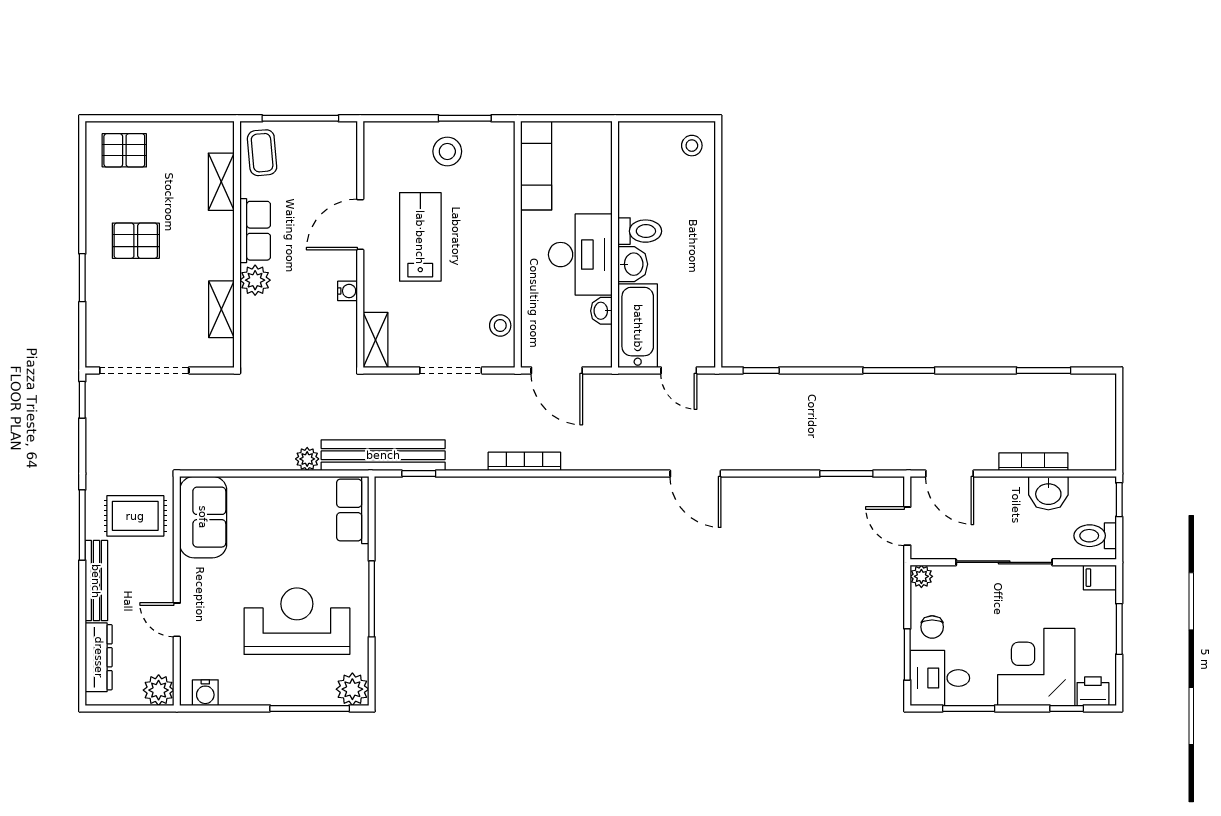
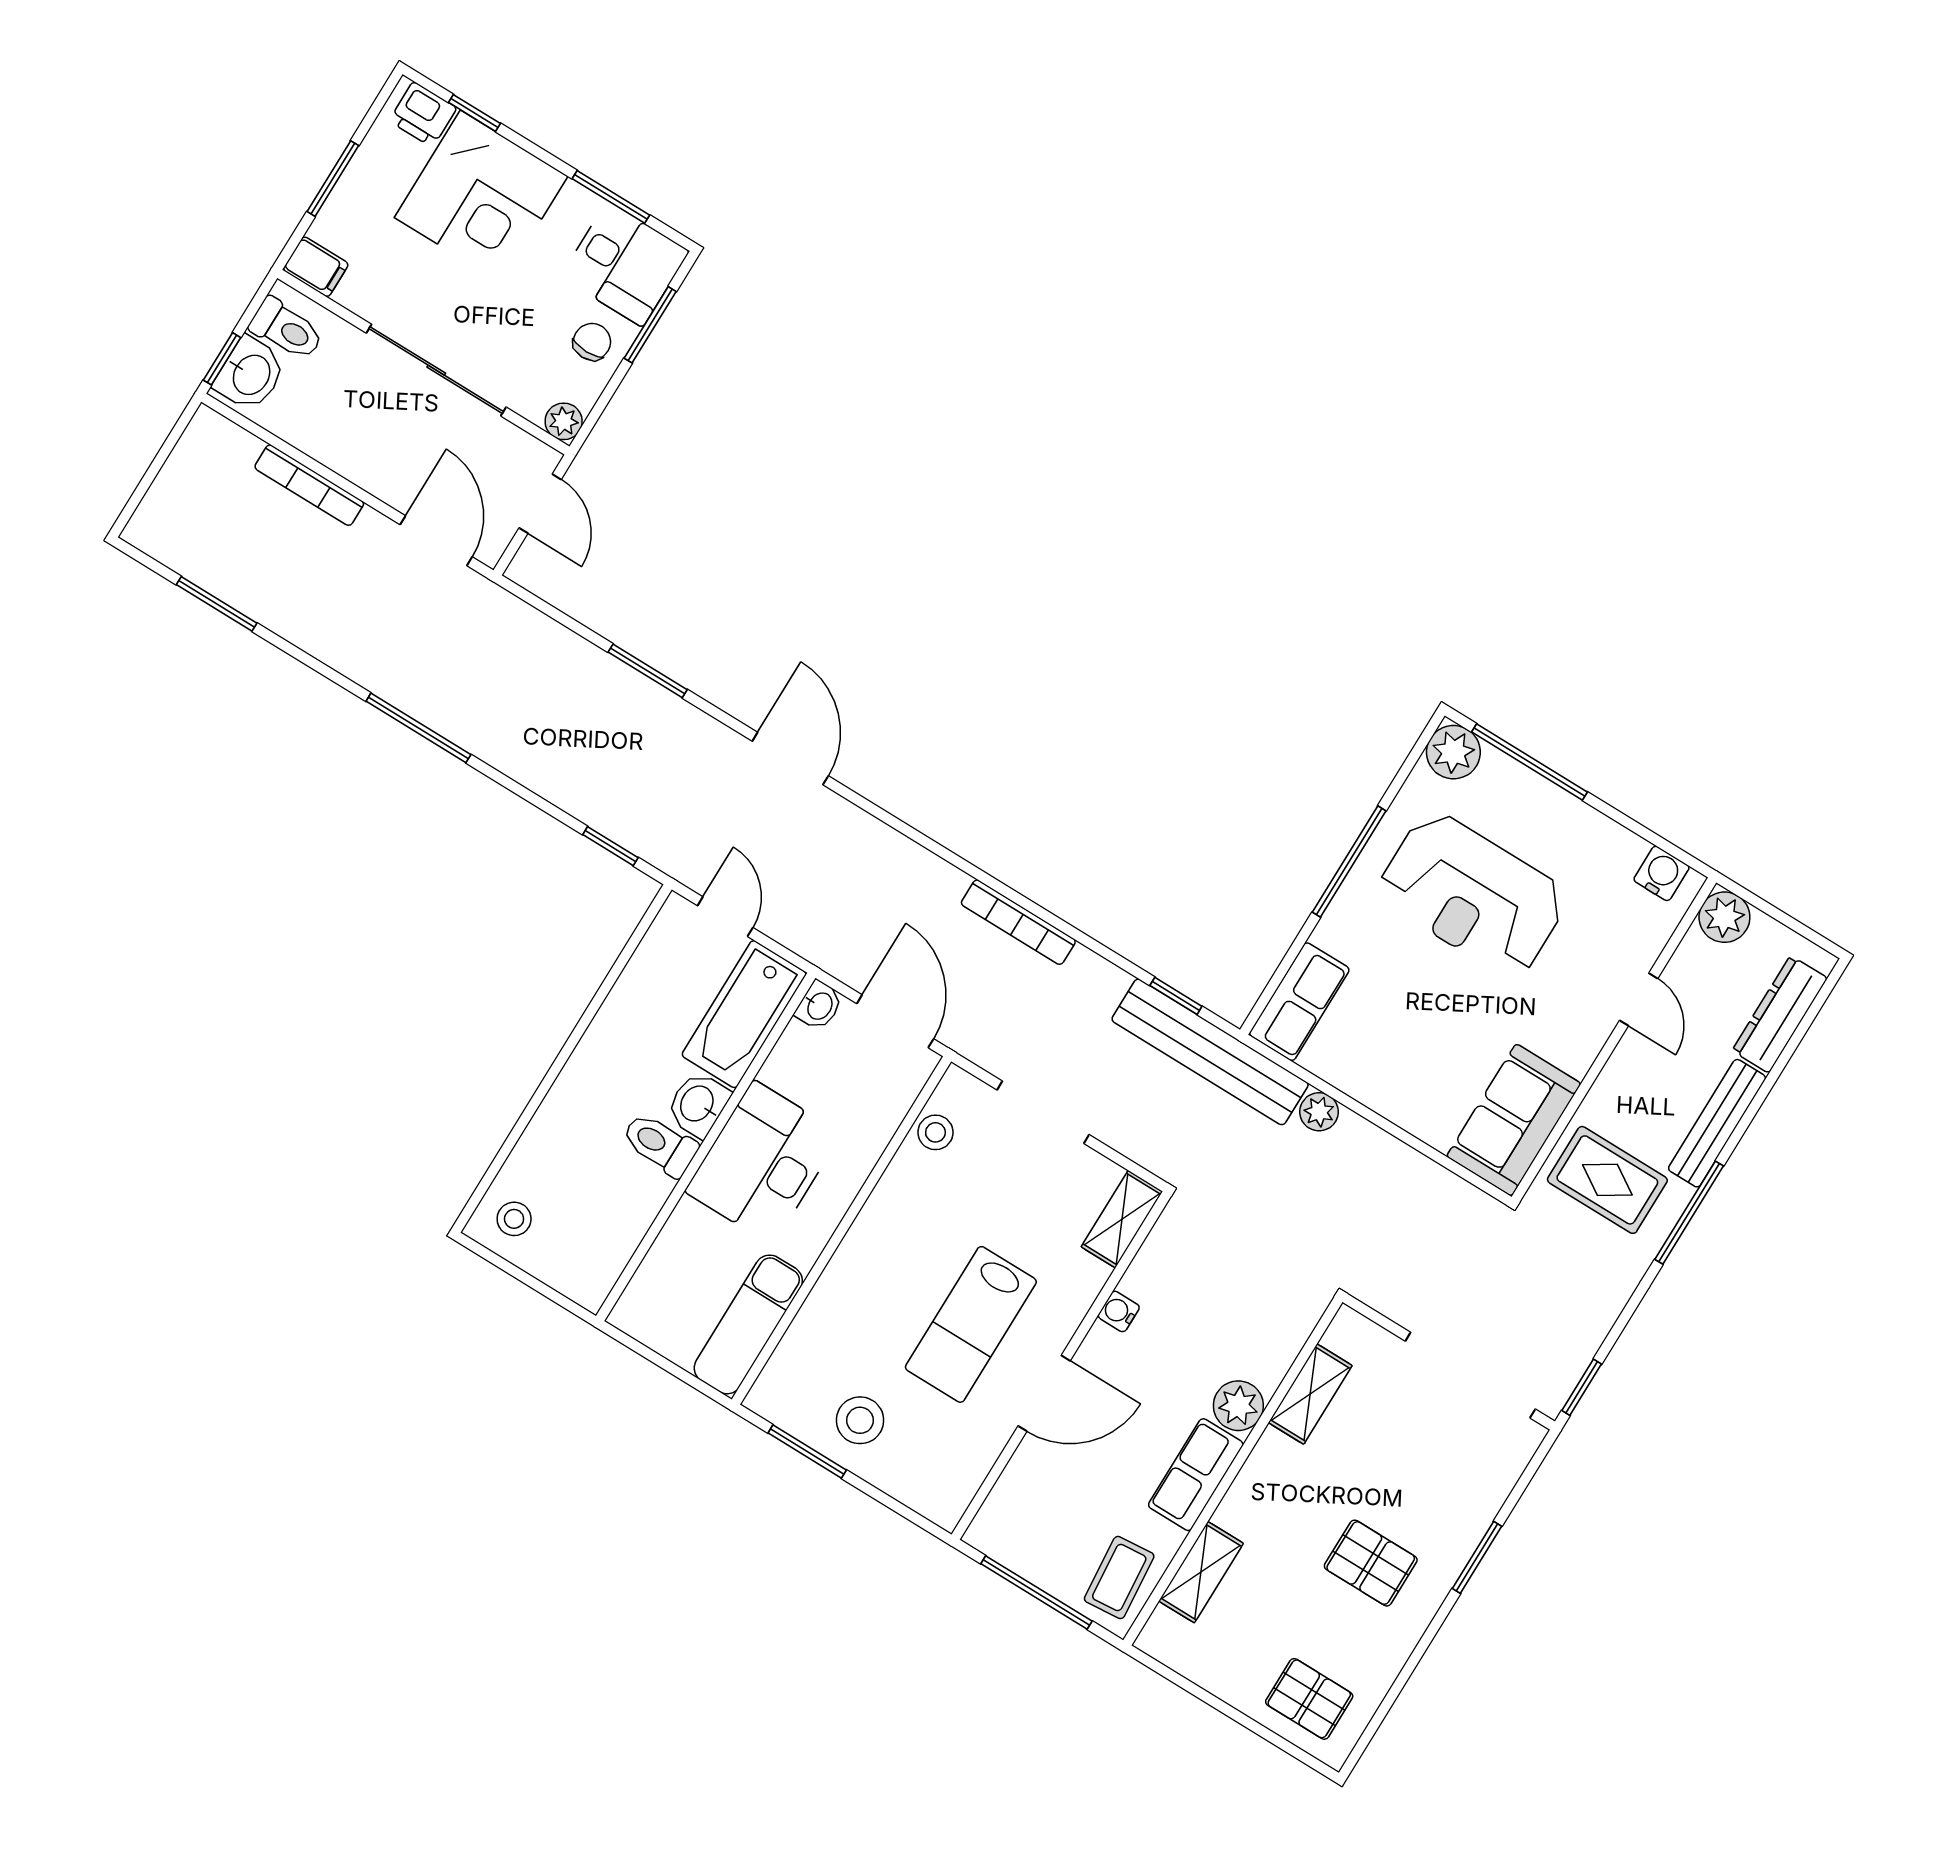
washbasin: (601, 311) -> (819, 1006), moved
window: (846, 474) -> (648, 671), moved
washbasin: (1048, 493) -> (250, 374), moved, turned 90

